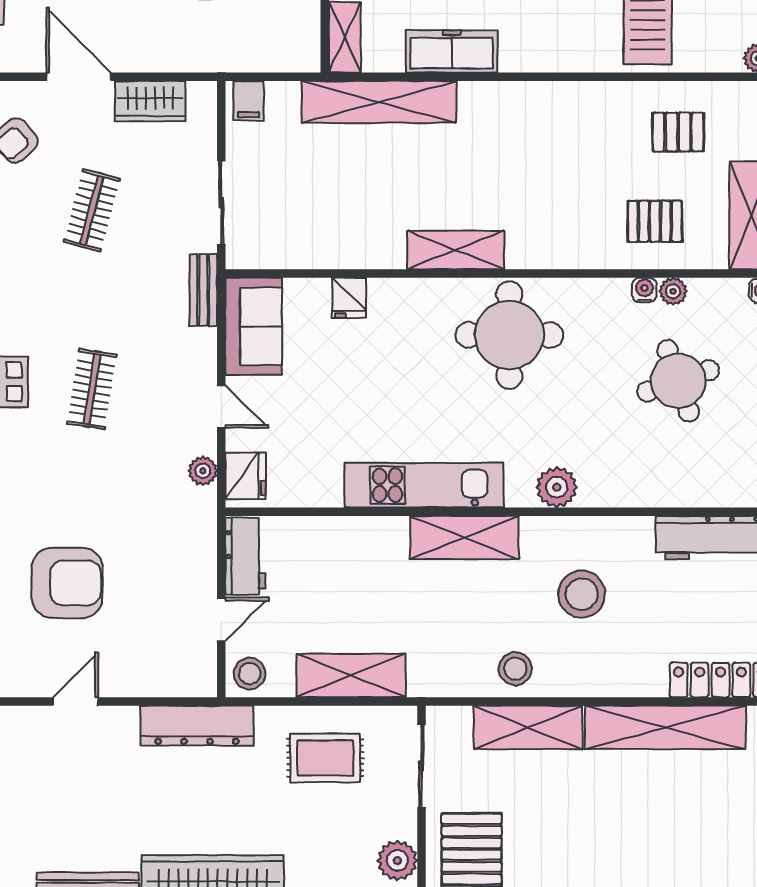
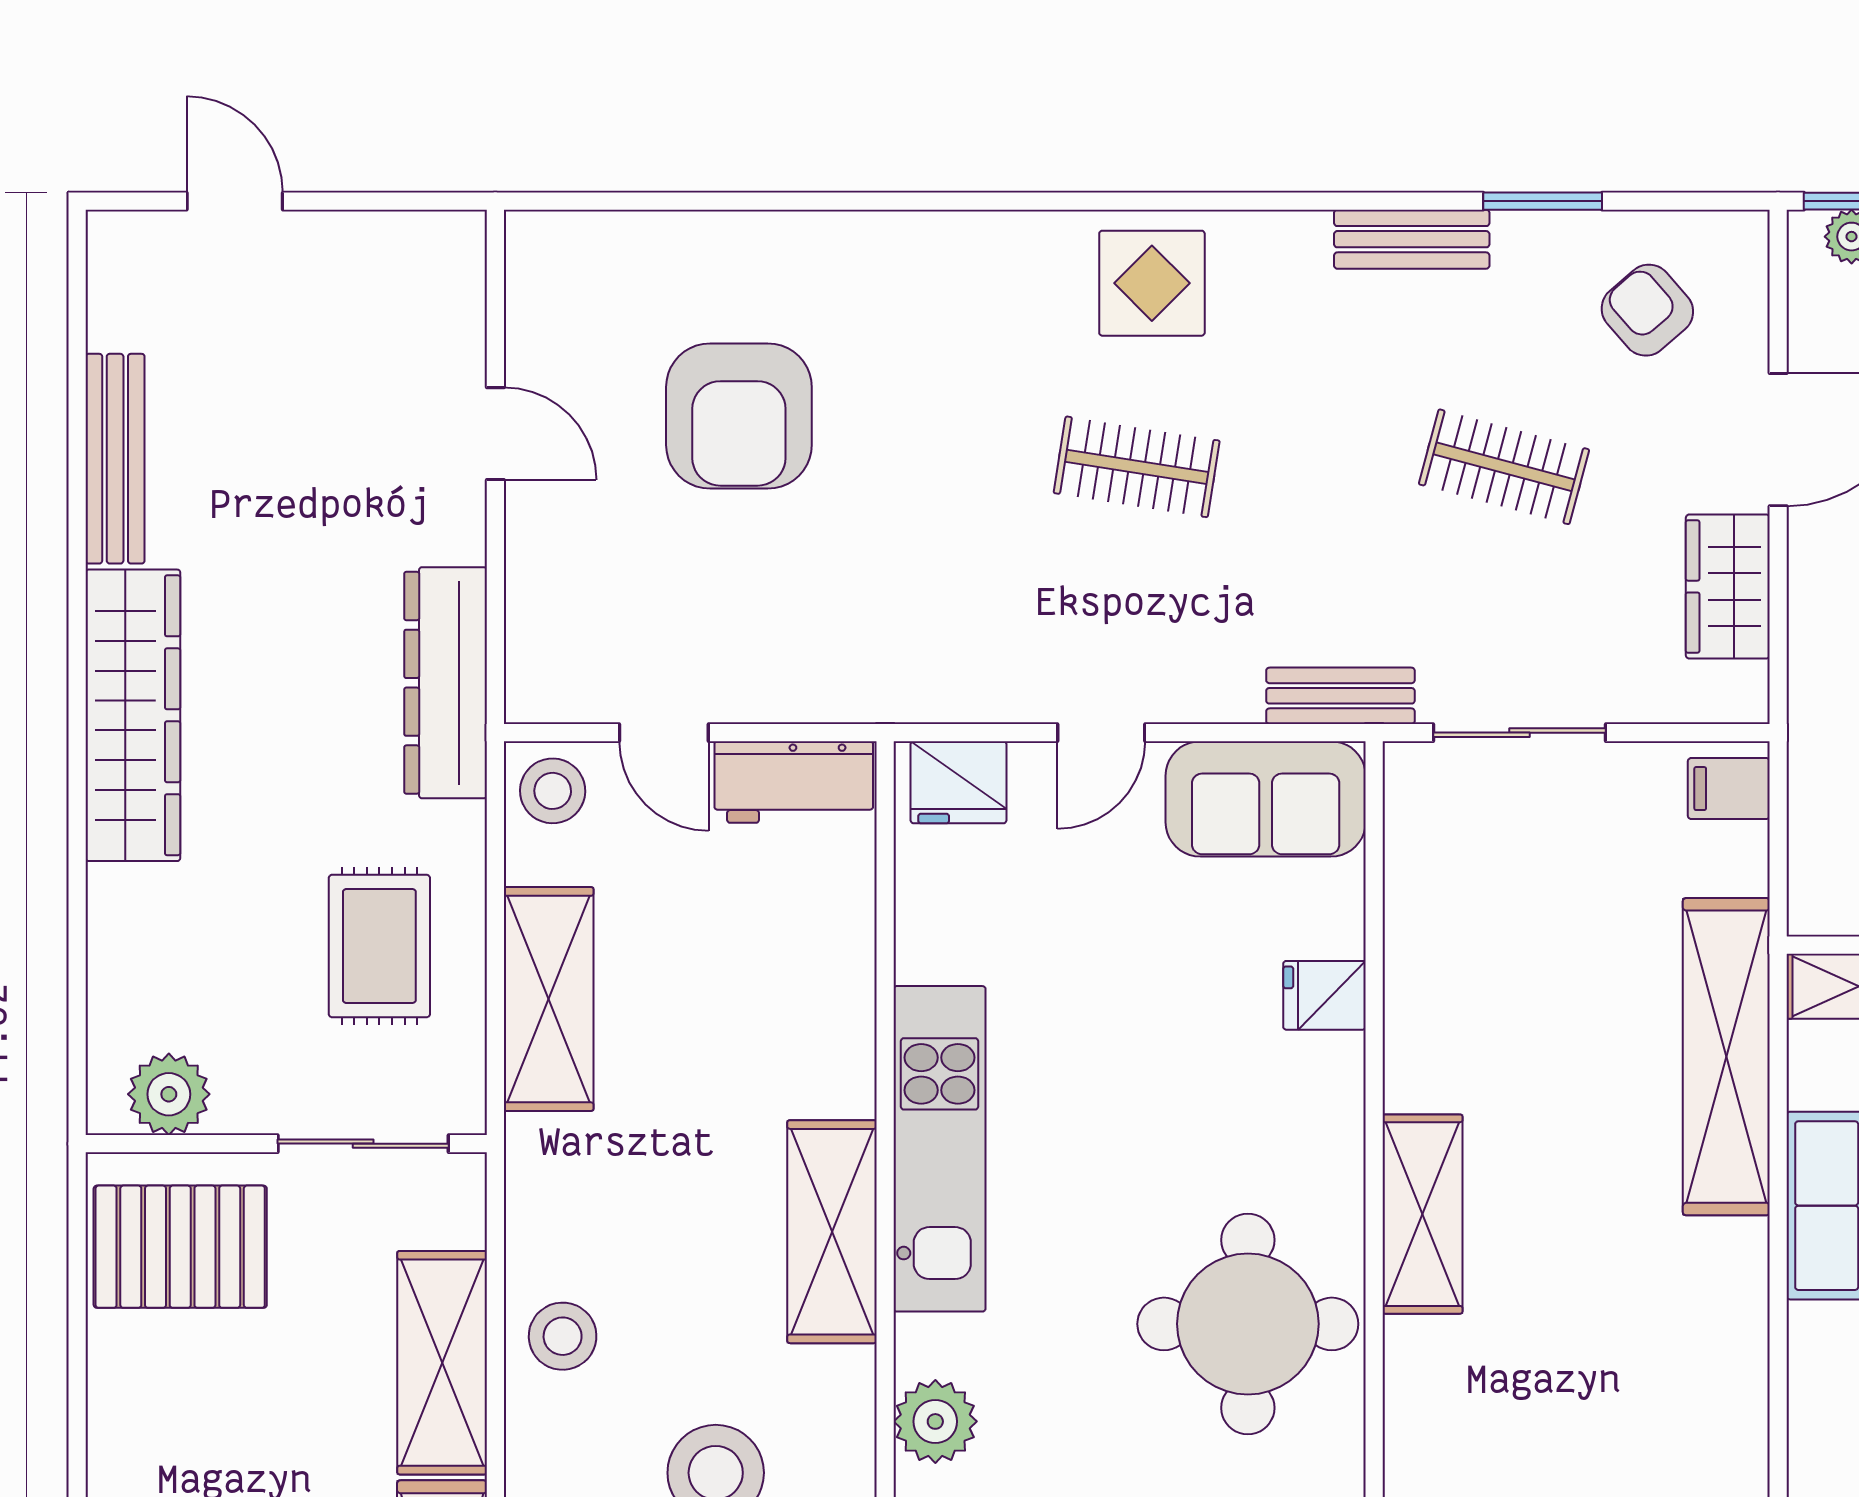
plant: (203, 471) -> (969, 695), removed

